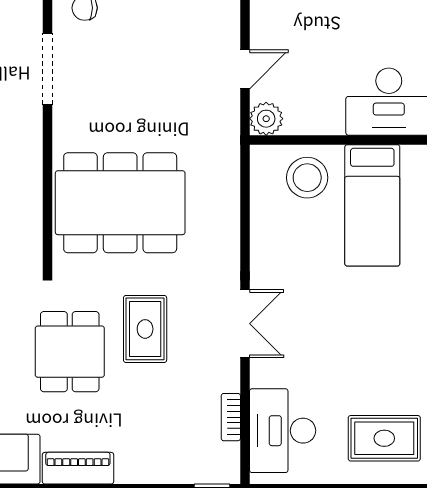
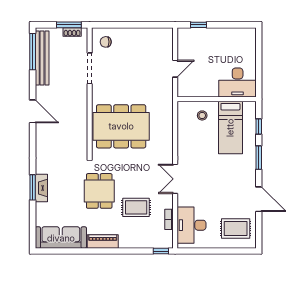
plant: (266, 119) -> (184, 90), removed
stool: (307, 178) -> (202, 115), width x0.53, depth x0.53
double door: (245, 324) -> (175, 179), swing flipped
rug: (145, 329) -> (136, 207), moved, turned 90

